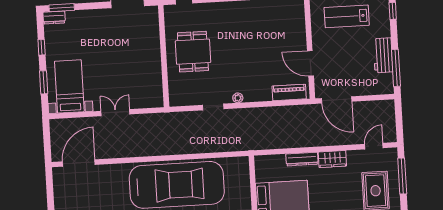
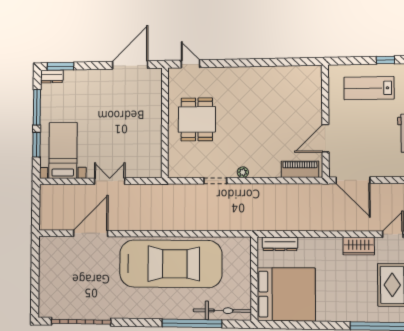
window: (42, 47) -> (37, 107), width x2.17
door: (310, 63) -> (325, 138), hinge flipped
dresser: (302, 159) -> (280, 244), moved
wardrobe: (332, 159) -> (359, 246), moved
door: (79, 163) -> (91, 233), moved

